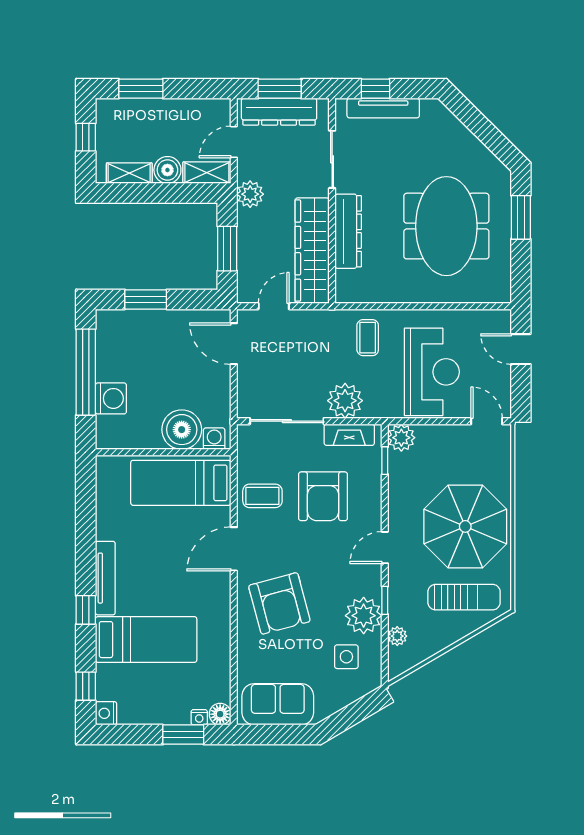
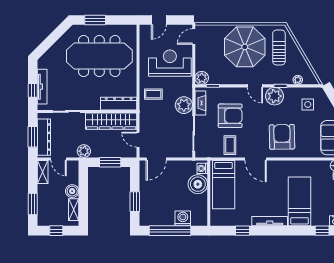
shelving: (207, 173) -> (43, 172), moved
meeting table: (446, 226) -> (99, 56), width x1.36
dresser: (348, 231) -> (119, 104), moved
armchair: (279, 603) -> (282, 137), turned -76
window: (86, 610) -> (242, 231), moved
plant: (364, 616) -> (275, 96), moved

